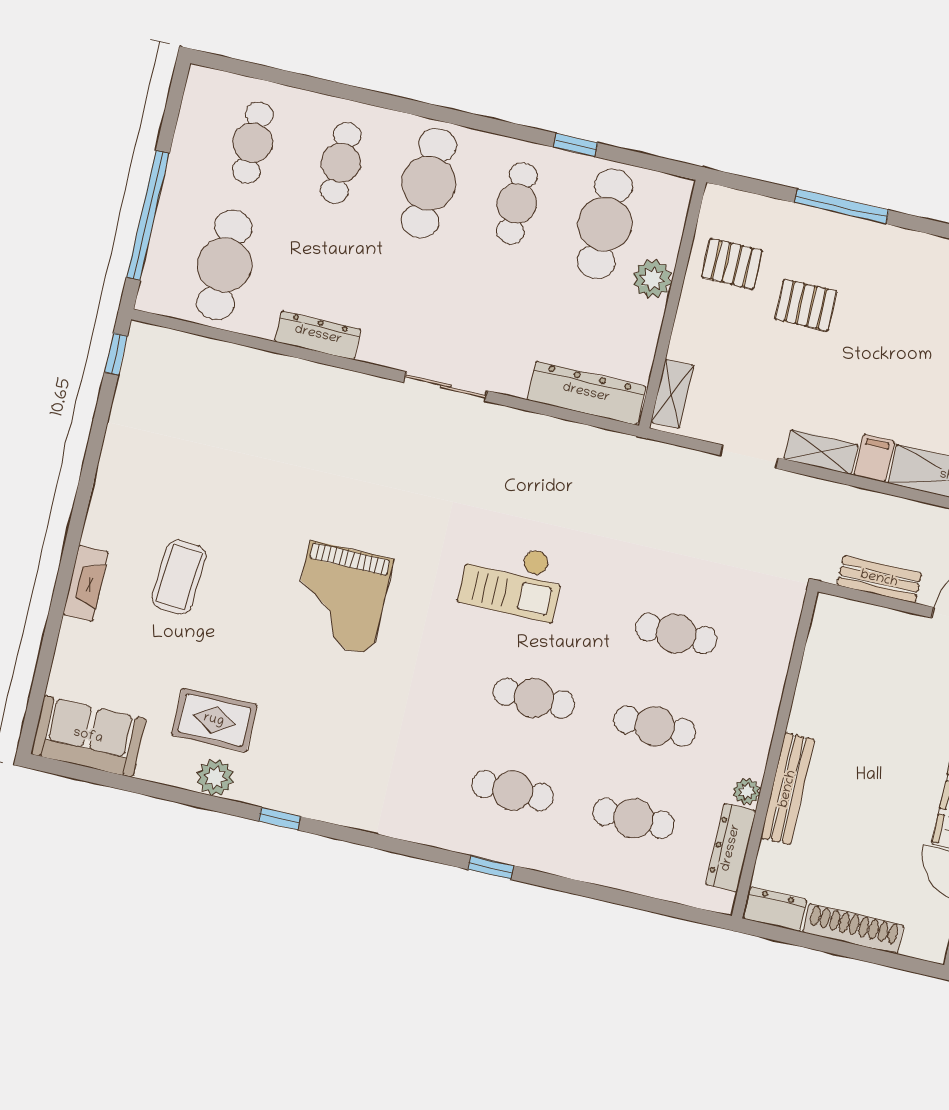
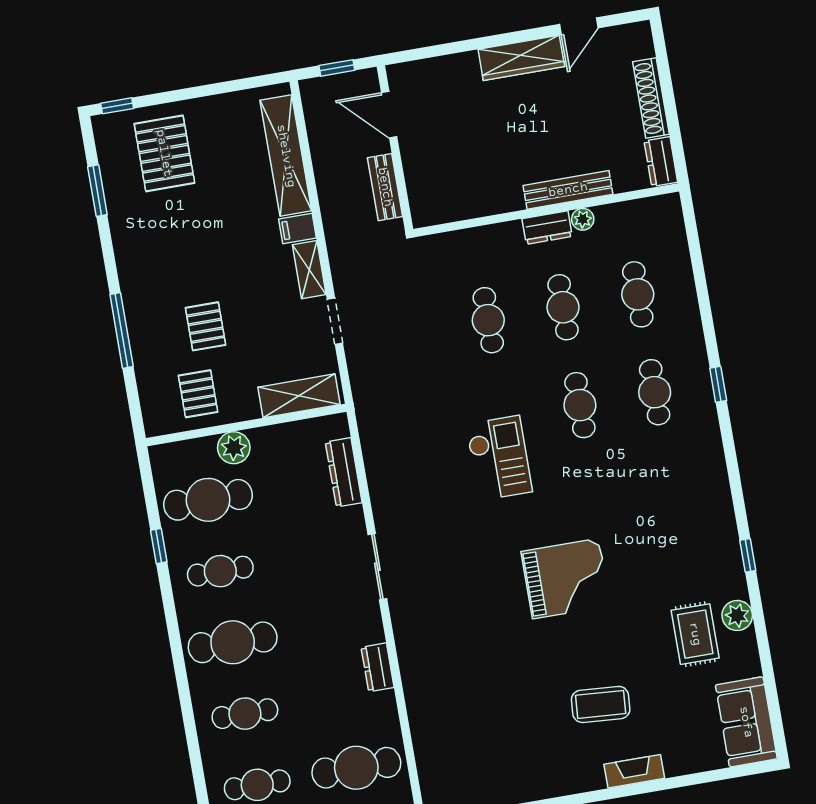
dresser: (318, 335) -> (378, 667), width x0.70
dresser: (586, 393) -> (344, 472), width x0.73, depth x0.80
shelving: (672, 394) -> (299, 396), width x1.50, depth x1.33
dresser: (731, 848) -> (547, 228), moved, width x0.70

